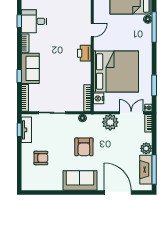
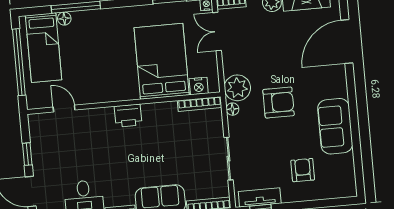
door: (92, 30) -> (64, 109), moved
bed: (116, 71) -> (162, 61), width x0.73
plant: (110, 122) -> (237, 88), moved
sofa: (80, 180) -> (335, 126), moved

